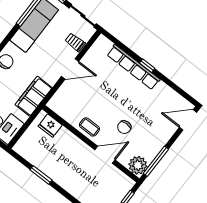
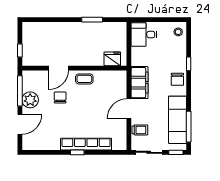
filing cabinet: (34, 96) -> (140, 83), moved
door: (188, 120) -> (20, 124), moved
plant: (138, 165) -> (30, 100), moved

